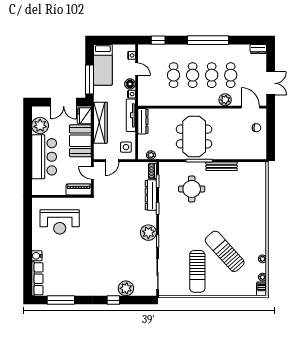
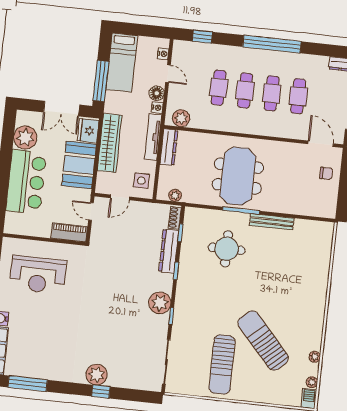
plant: (225, 100) -> (181, 118), moved
plant: (126, 288) -> (97, 375), moved

